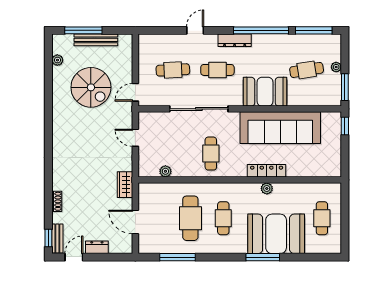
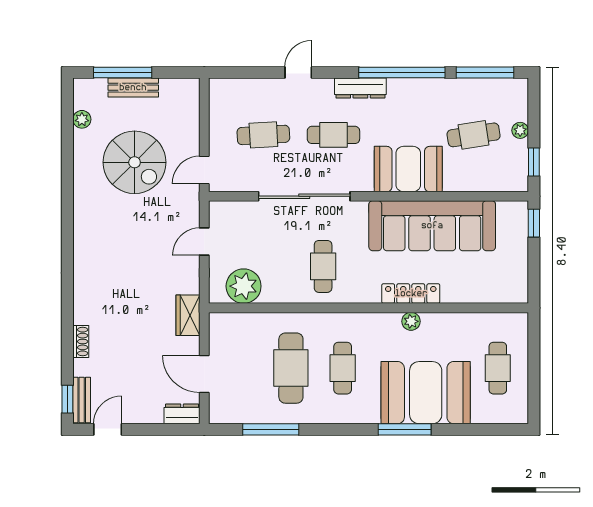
bench: (96, 40) -> (133, 88), width x0.73
window: (345, 87) -> (534, 162), width x0.67
door: (135, 138) -> (204, 242), hinge flipped
plant: (165, 171) -> (244, 286), width x1.87, depth x1.87
dresser: (97, 247) -> (182, 414), moved

